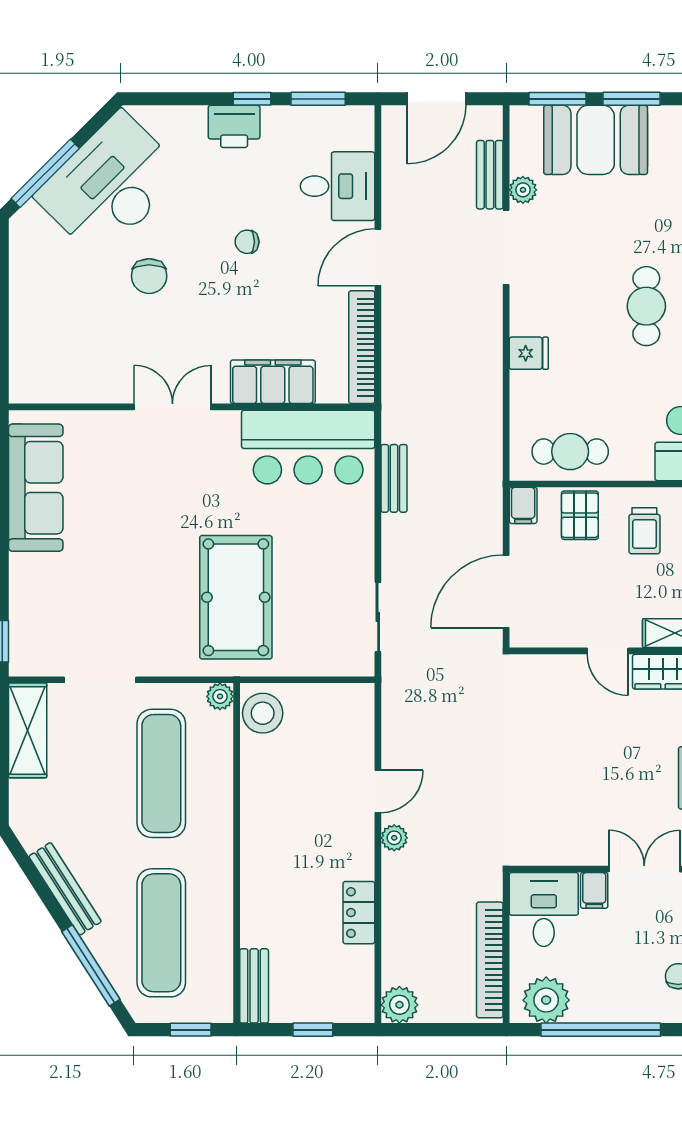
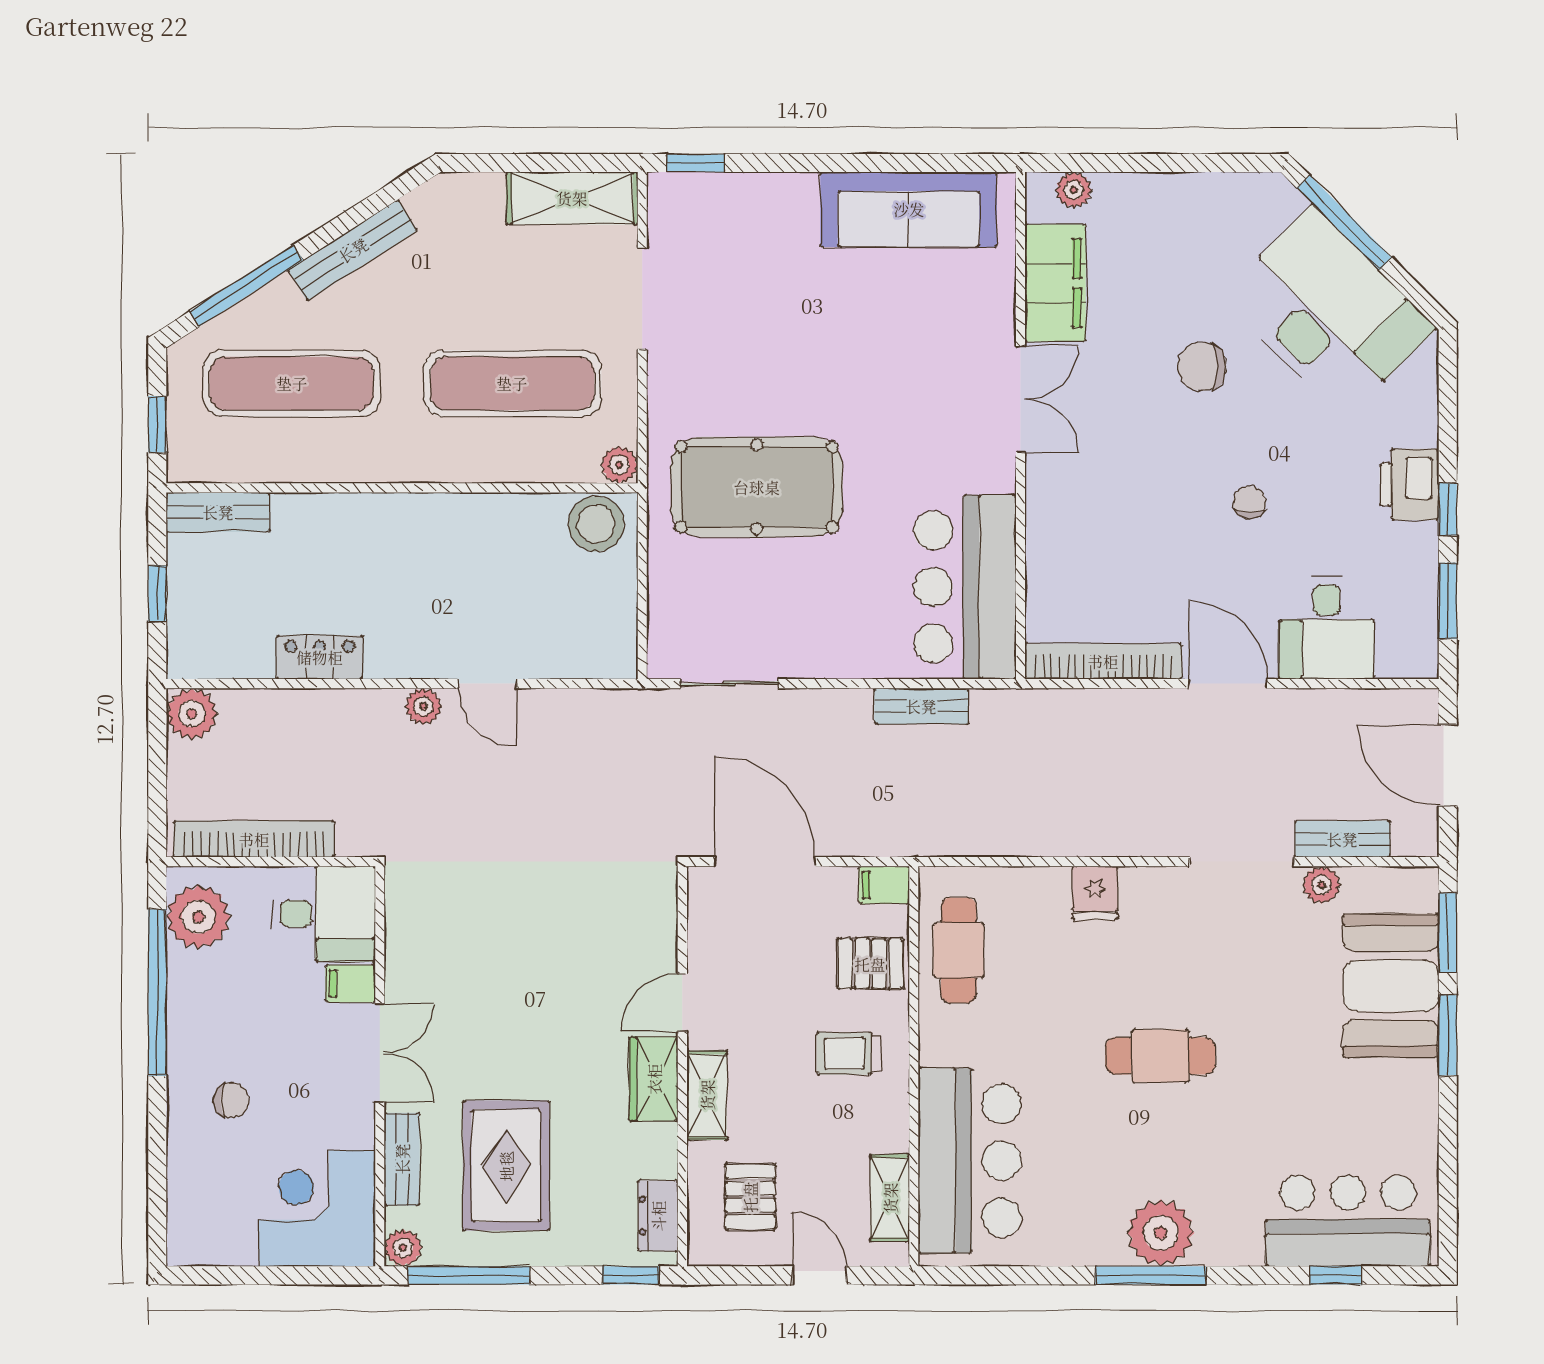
plant: (22, 369) -> (1074, 190), added
filing cabinet: (273, 382) -> (1055, 283), moved

